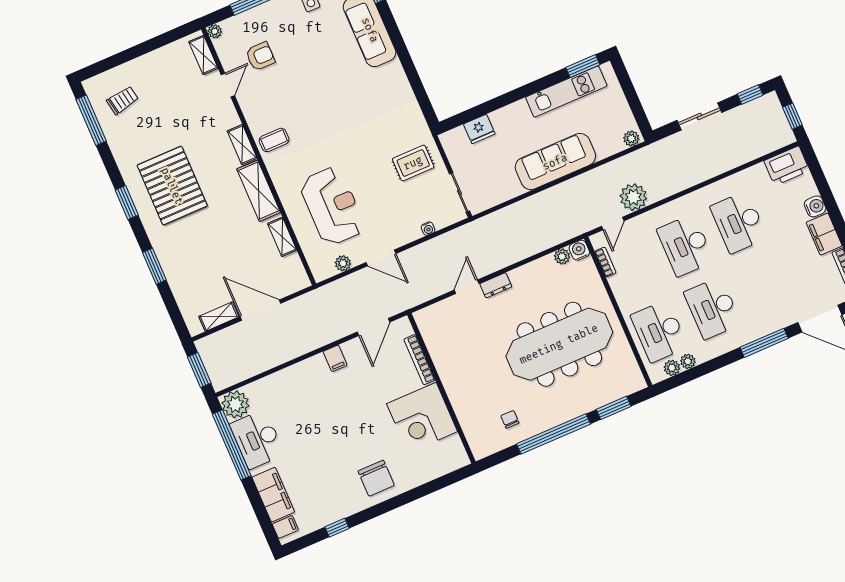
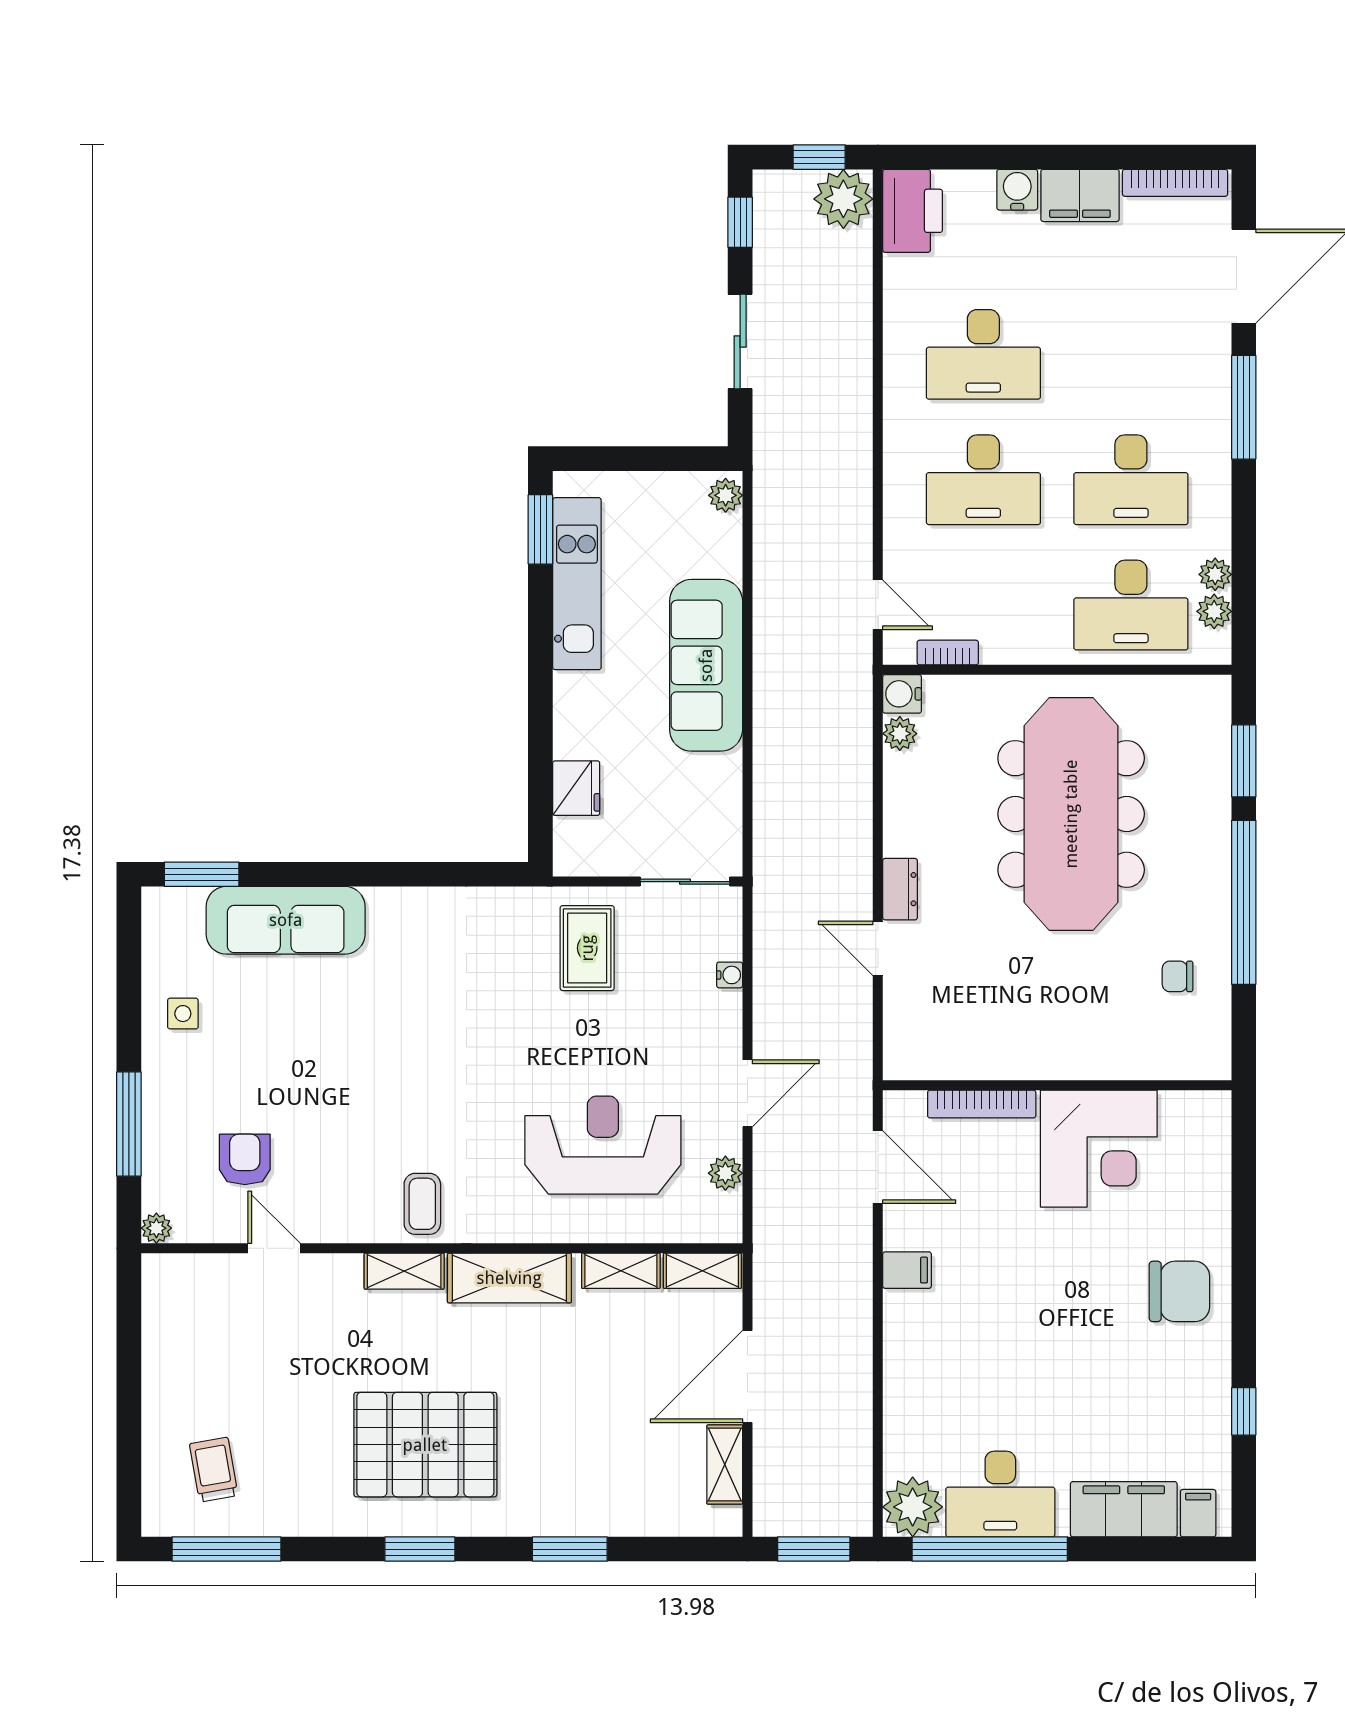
shelving: (203, 55) -> (702, 1271), moved
plant: (633, 197) -> (843, 199), moved

